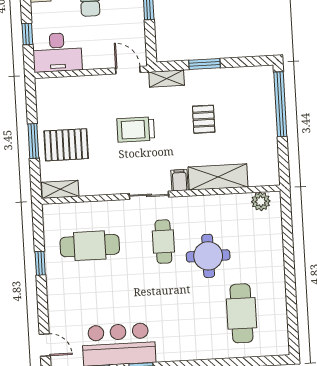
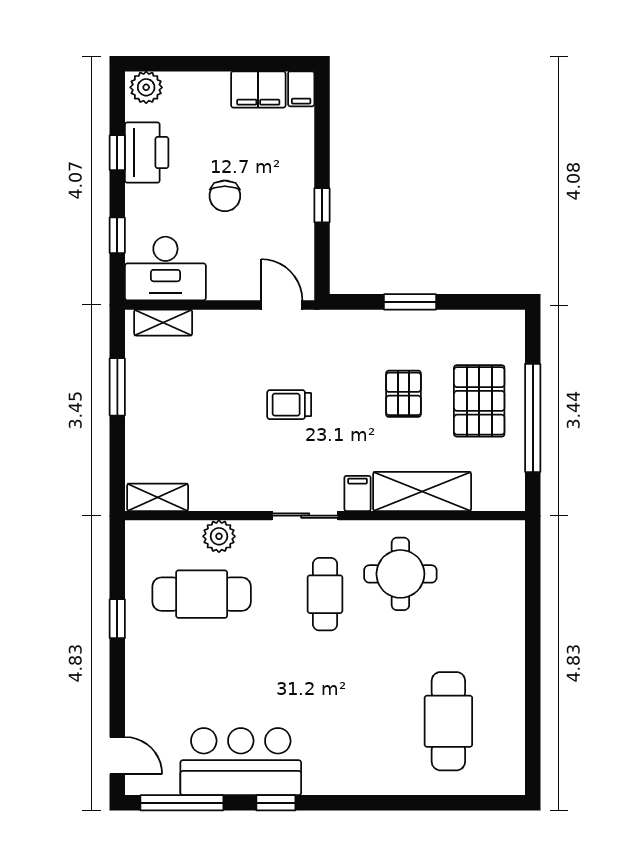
shelving: (167, 79) -> (163, 323), moved
window: (280, 104) -> (533, 418), moved
trolley: (136, 129) -> (289, 405), width x0.73, depth x0.72
window: (33, 141) -> (117, 387), moved
pallet: (66, 145) -> (479, 401), moved, turned 90
plant: (261, 201) -> (219, 536), moved
round table: (208, 256) -> (400, 574), moved

